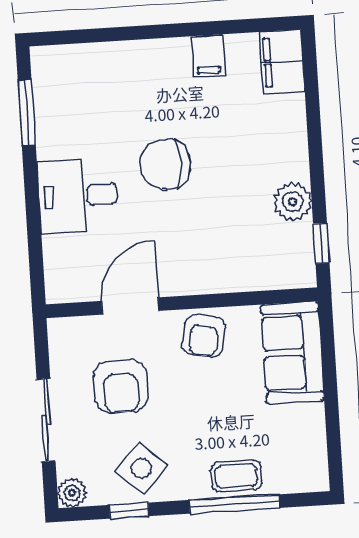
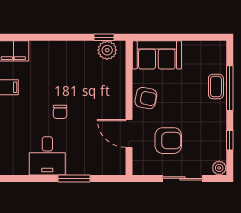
window: (27, 113) -> (74, 178), moved
chair: (165, 164) -> (60, 112), width x0.54, depth x0.54
desk: (78, 196) -> (47, 156), moved
plant: (293, 202) -> (107, 50), moved
side table: (141, 468) -> (209, 133), removed

